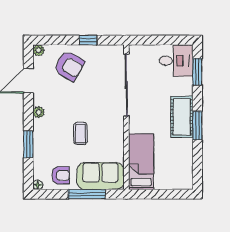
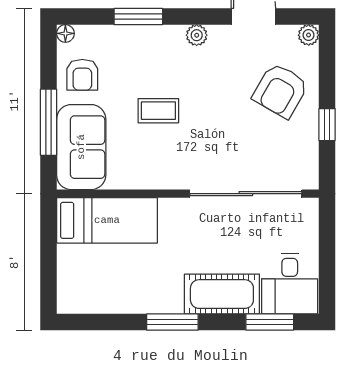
cot: (182, 117) -> (222, 294), moved

